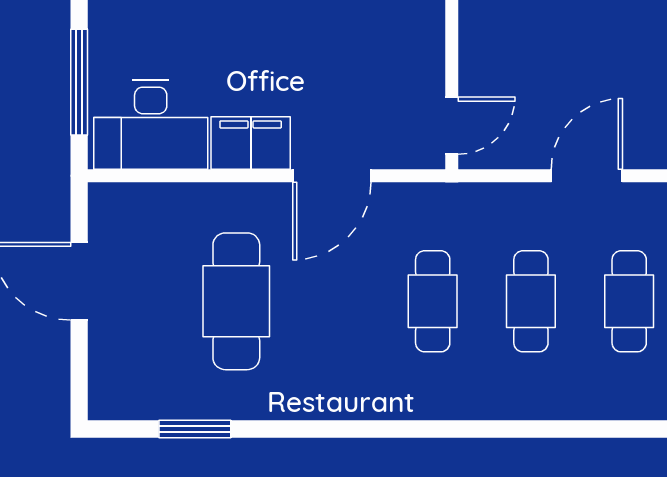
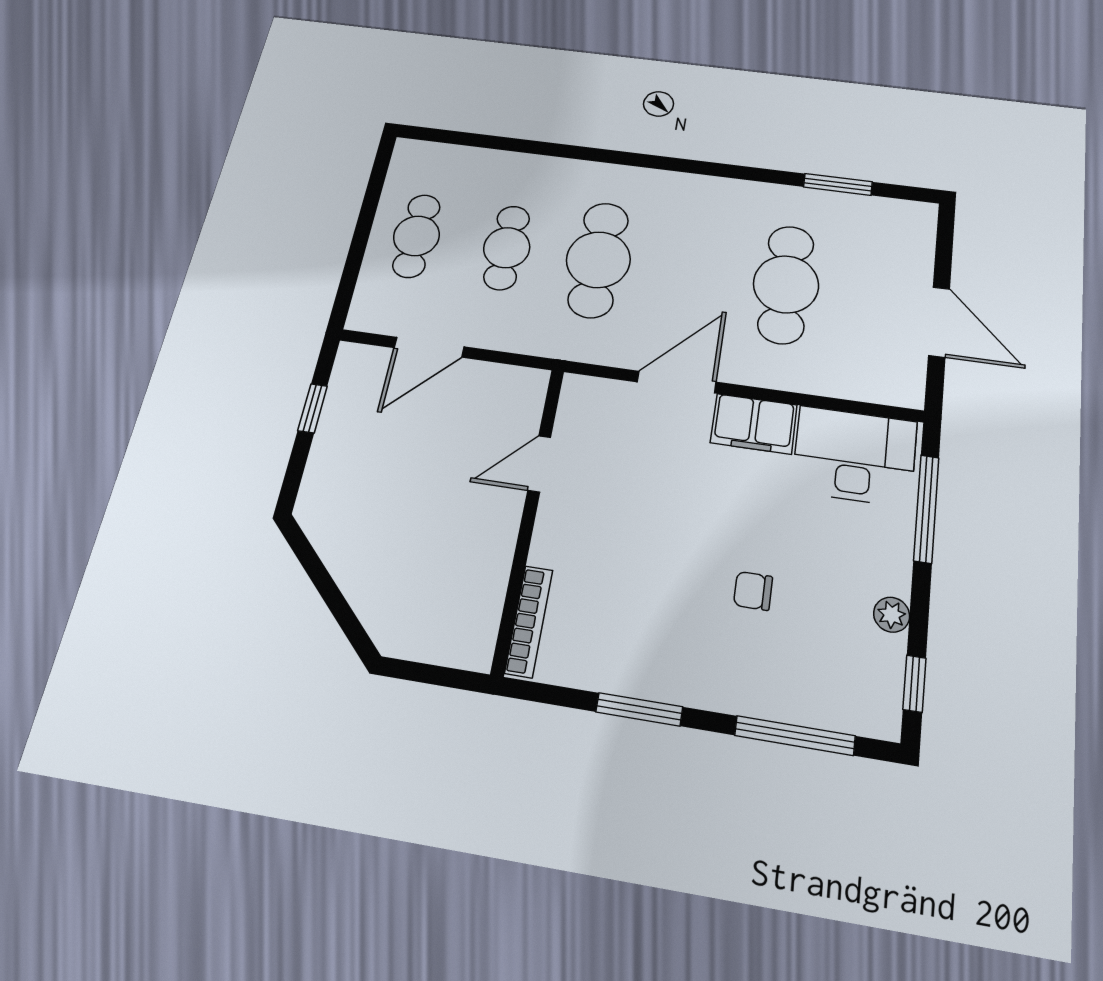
door: (452, 126) -> (539, 464), moved
cafe table: (433, 301) -> (598, 260), width x1.37, depth x1.35

